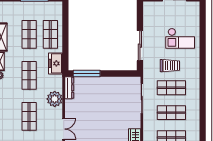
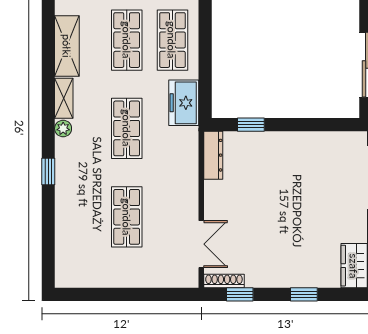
window: (87, 74) -> (251, 125), width x0.46
plant: (55, 99) -> (182, 179), removed

